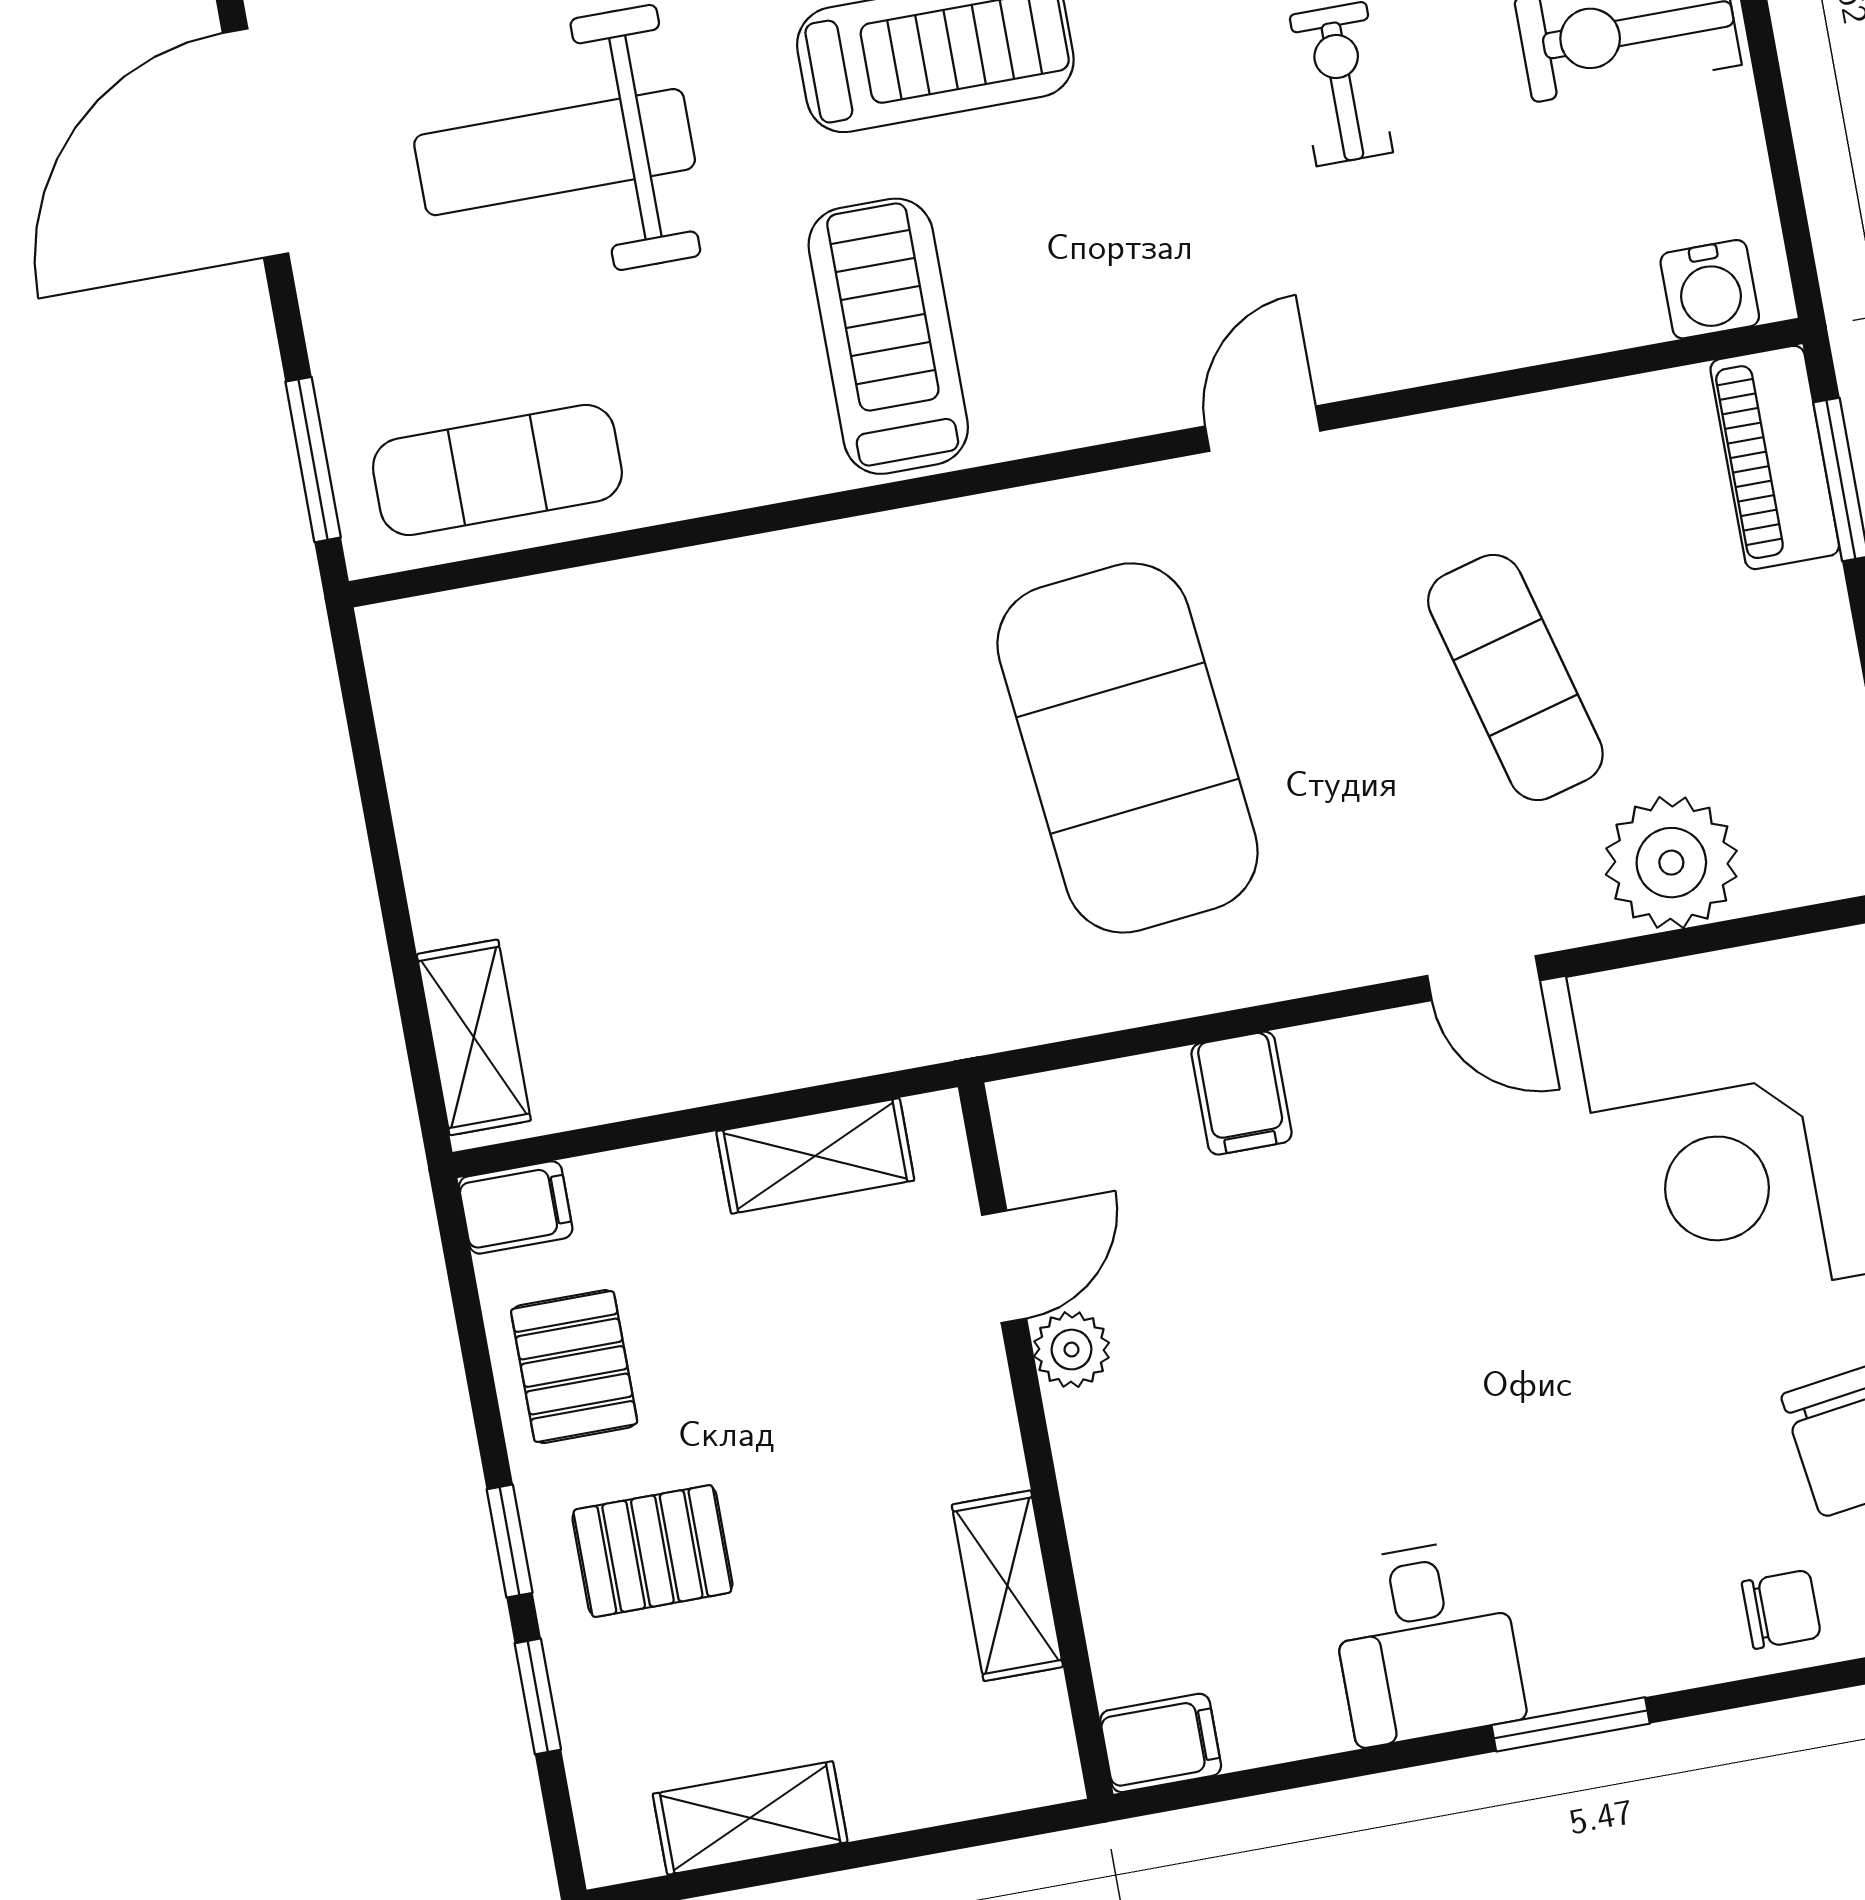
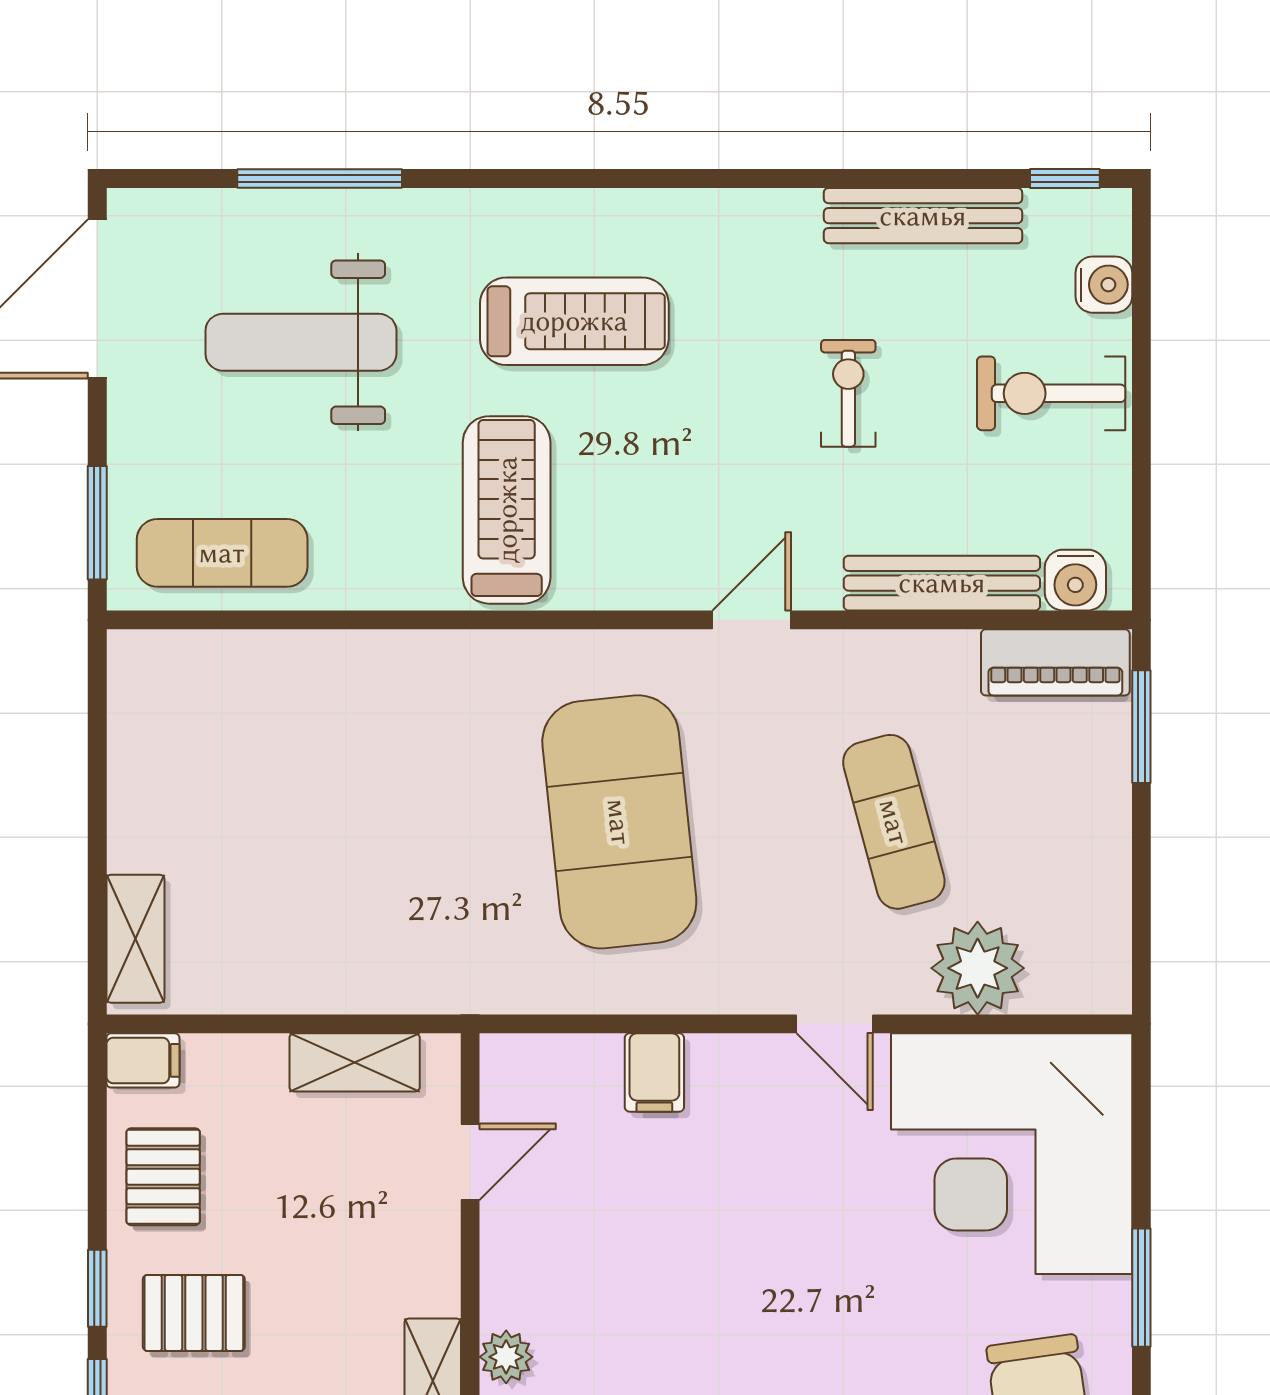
bench: (1522, 328) -> (942, 583), added
piano: (1775, 457) -> (1055, 662), moved, turned -90
plant: (1071, 1350) -> (506, 1357), moved

